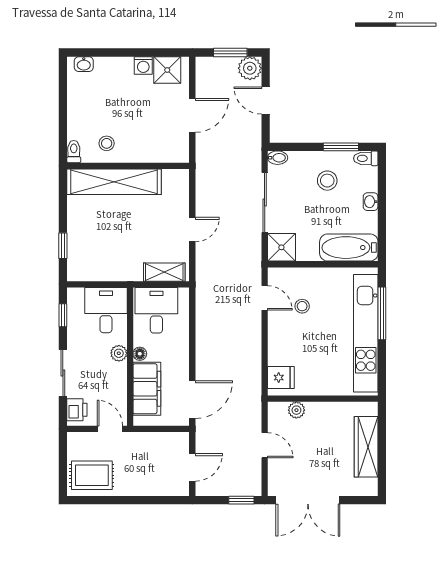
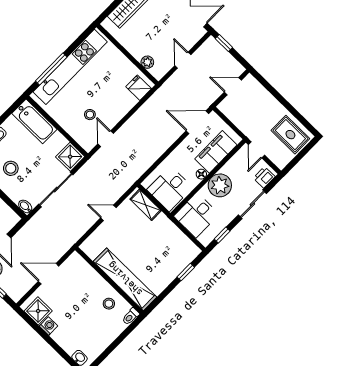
plant: (119, 353) -> (220, 185), width x1.87, depth x1.87

